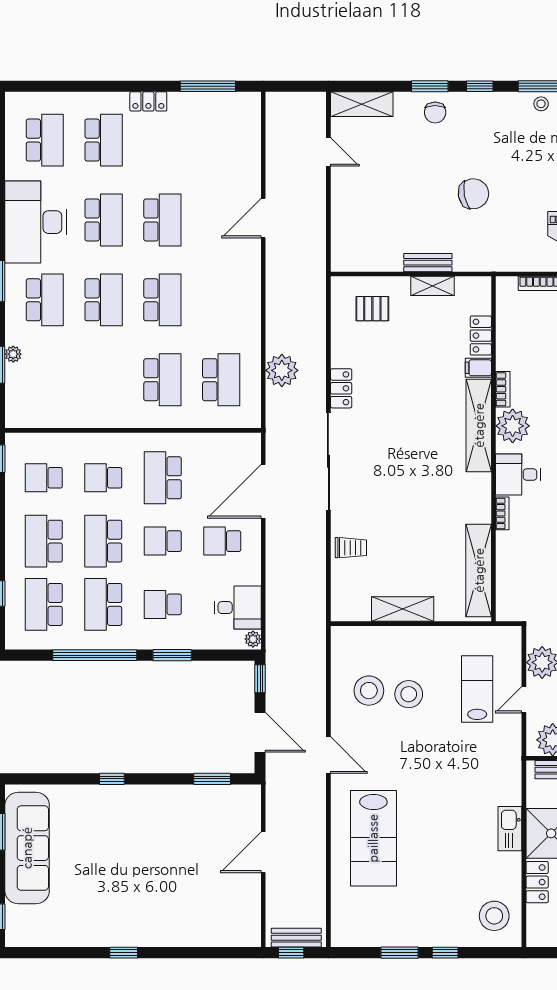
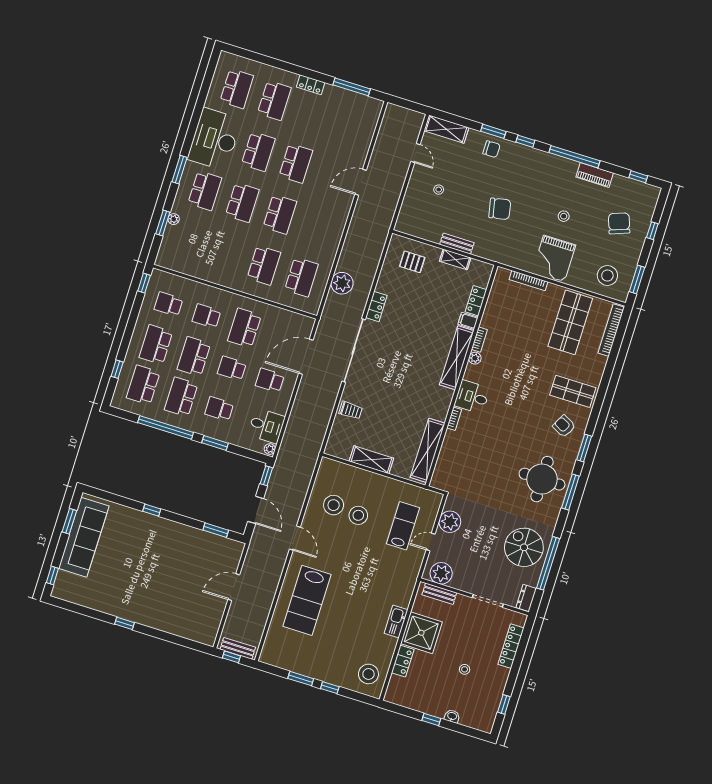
stool: (541, 104) -> (439, 190), moved
chair: (435, 112) -> (492, 149), turned -90
plant: (513, 426) -> (475, 358), width x0.53, depth x0.53

